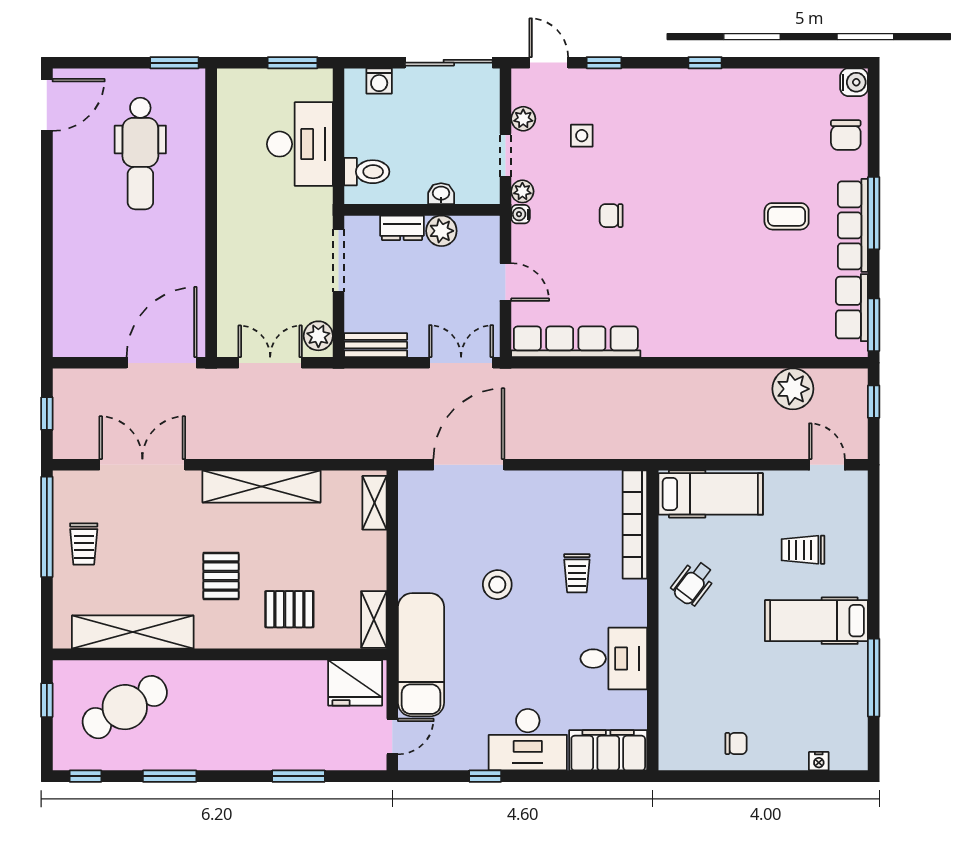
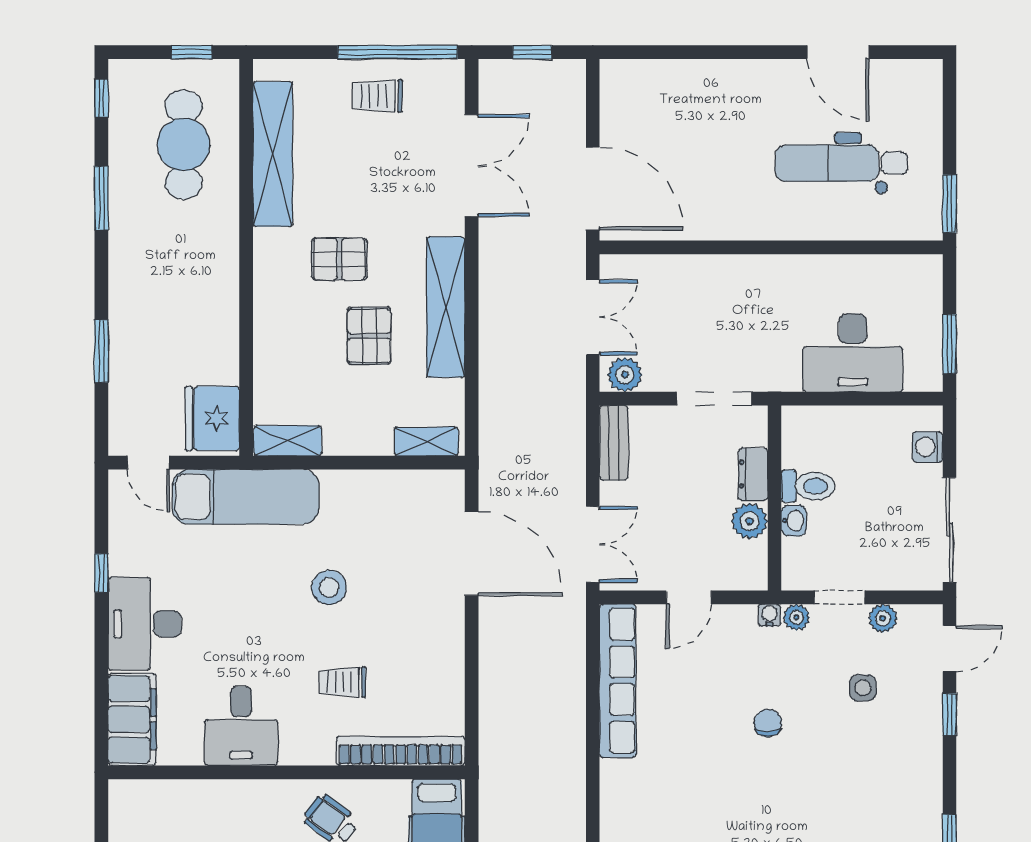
door: (47, 105) -> (838, 52), moved
toilet: (367, 172) -> (808, 486), moved, turned -90
pallet: (289, 609) -> (369, 336), moved
cafe table: (125, 707) -> (183, 145), turned 30

